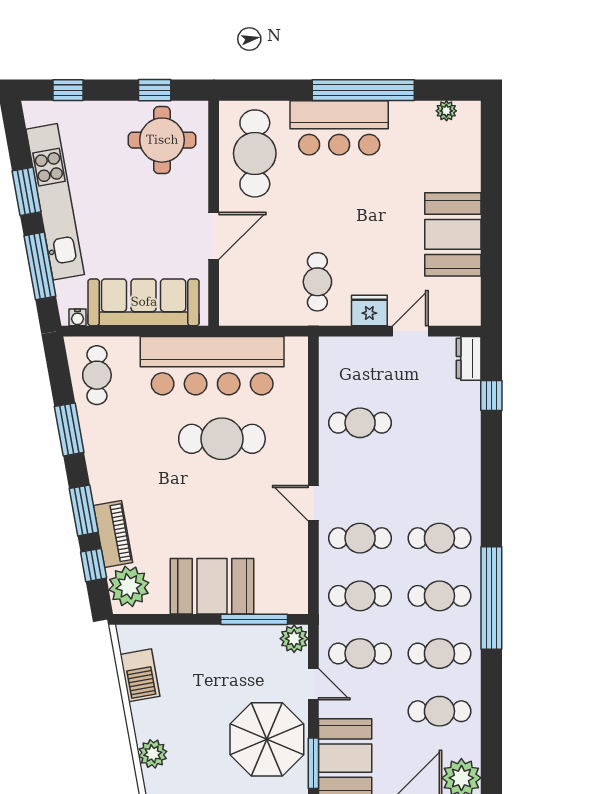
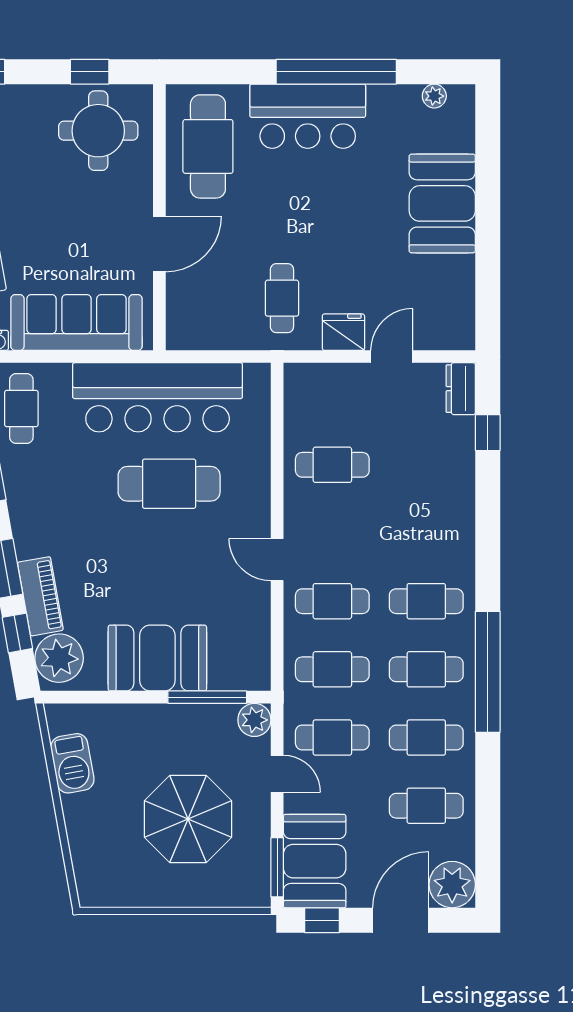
booth: (453, 234) -> (442, 203), moved
parasol: (267, 739) -> (188, 819), moved
plant: (153, 754) -> (87, 856), removed

